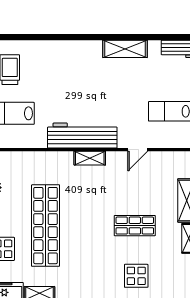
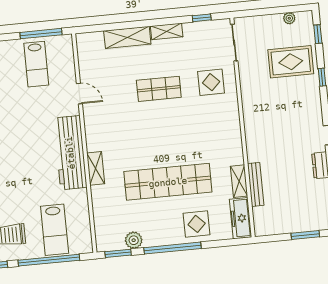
shelving: (90, 158) -> (96, 168), moved
shop shelf: (135, 226) -> (159, 89), turned 90

